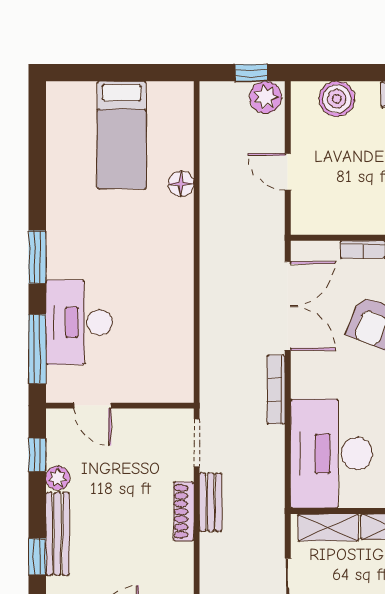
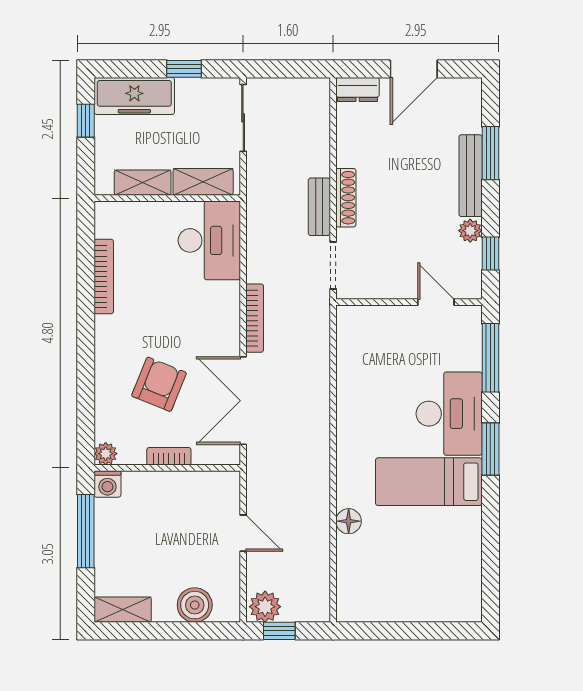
bed: (122, 135) -> (429, 482), moved, turned -90
desk: (79, 322) -> (449, 414), moved
desk: (331, 454) -> (209, 240), width x0.73, depth x0.77
window: (37, 557) -> (490, 153), width x1.50

